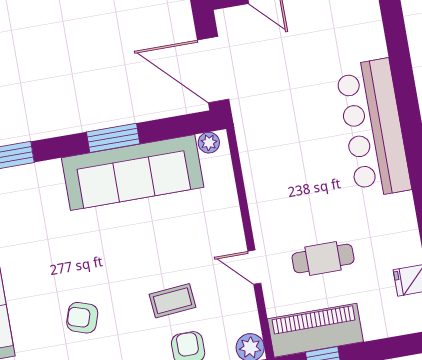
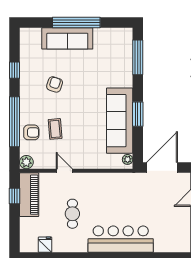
cafe table: (323, 258) -> (72, 214), moved
door: (254, 267) -> (64, 171), hinge flipped

